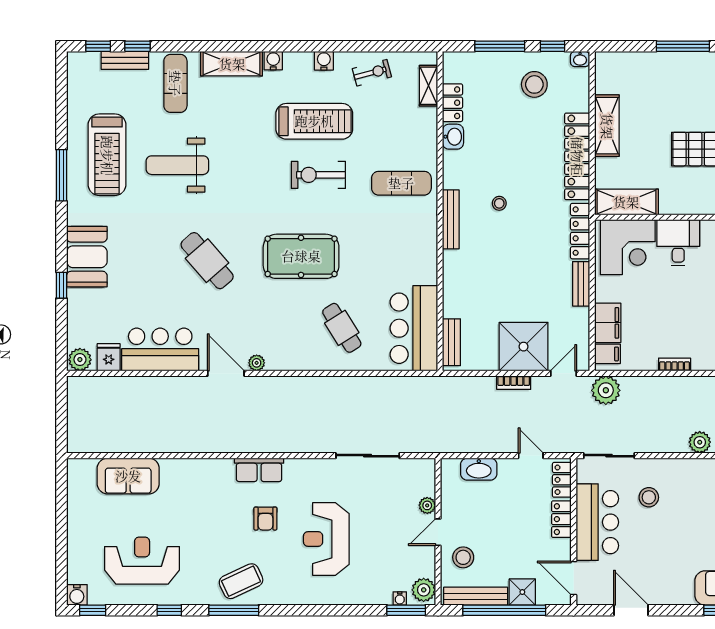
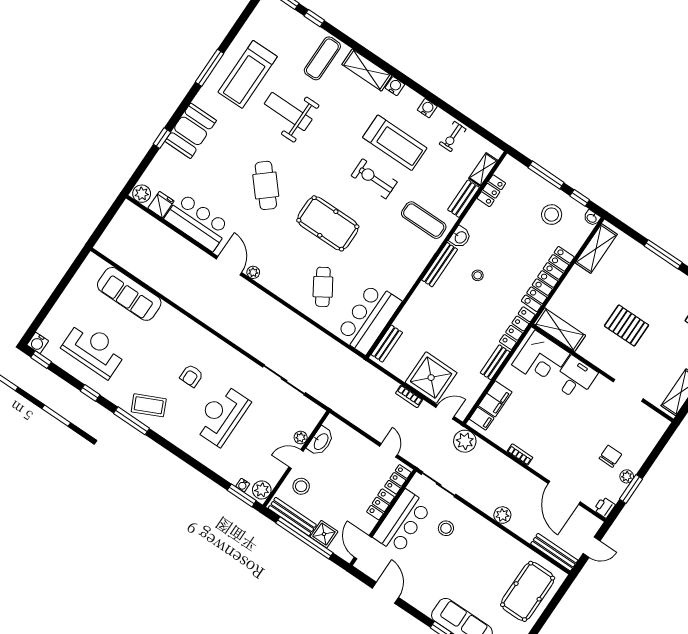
bench: (125, 60) -> (464, 199), moved, turned 90
exercise bike: (372, 73) -> (453, 137), turned 105
shelving: (607, 126) -> (596, 249), moved
washbasin: (453, 137) -> (460, 237), moved
washbasin: (479, 469) -> (321, 441), moved, turned -90
row of seats: (259, 470) -> (208, 342), removed
sofa: (128, 476) -> (129, 294), width x1.36

